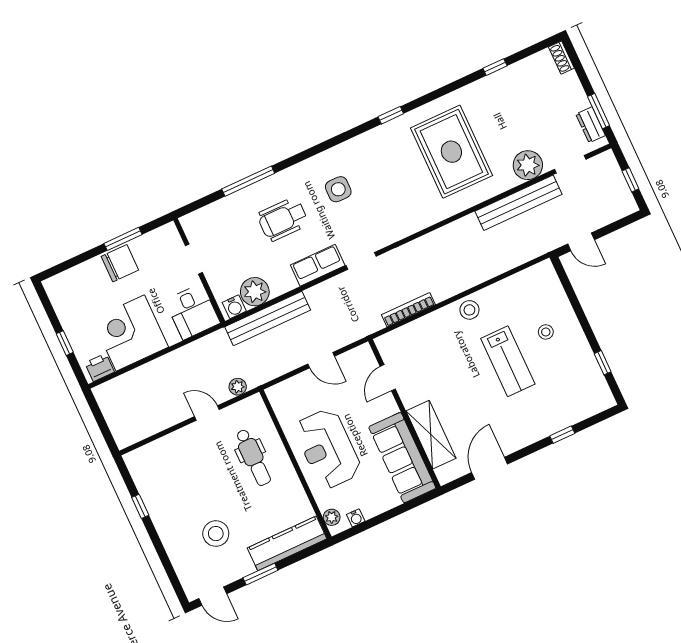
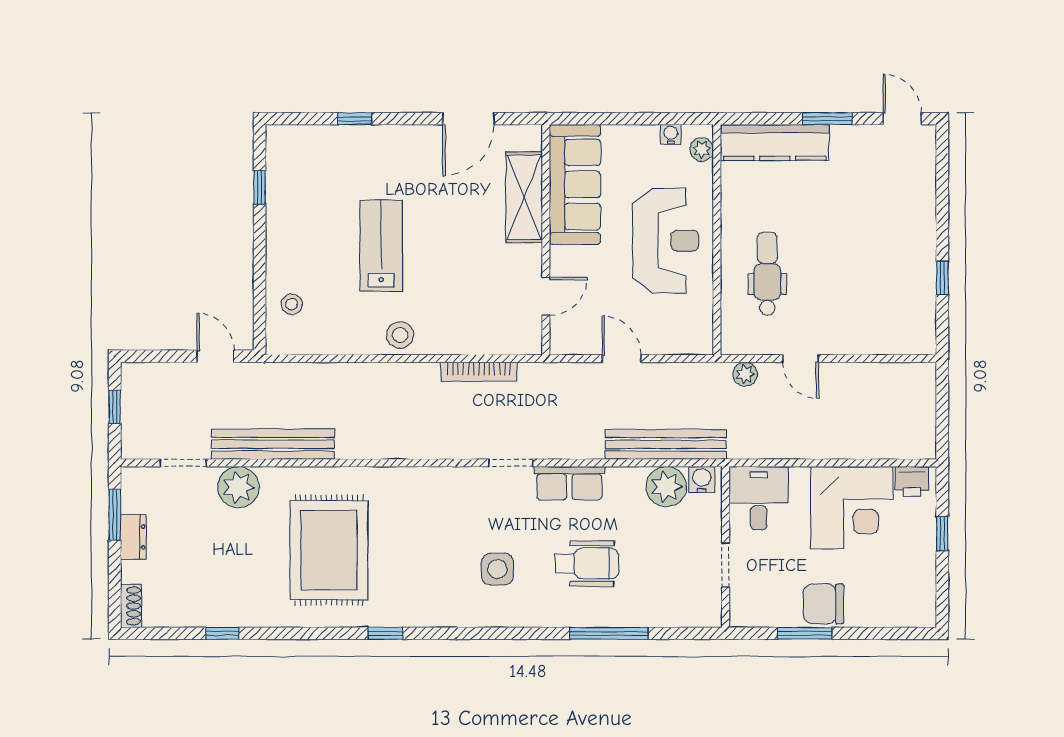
dresser: (591, 125) -> (133, 537), moved
stool: (546, 332) -> (292, 304), moved
stool: (216, 534) -> (861, 198), removed

